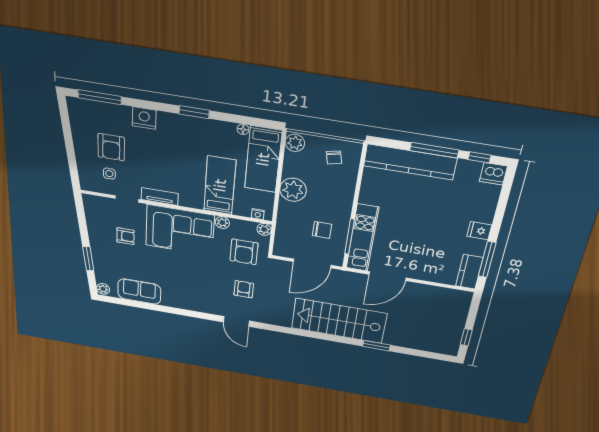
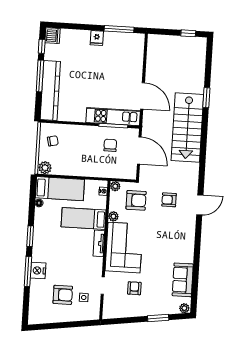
window: (100, 97) -> (28, 271), moved
plant: (293, 190) -> (81, 167), removed
tv unit: (160, 197) -> (99, 243), moved
kitchen counter: (469, 272) -> (131, 40), removed

